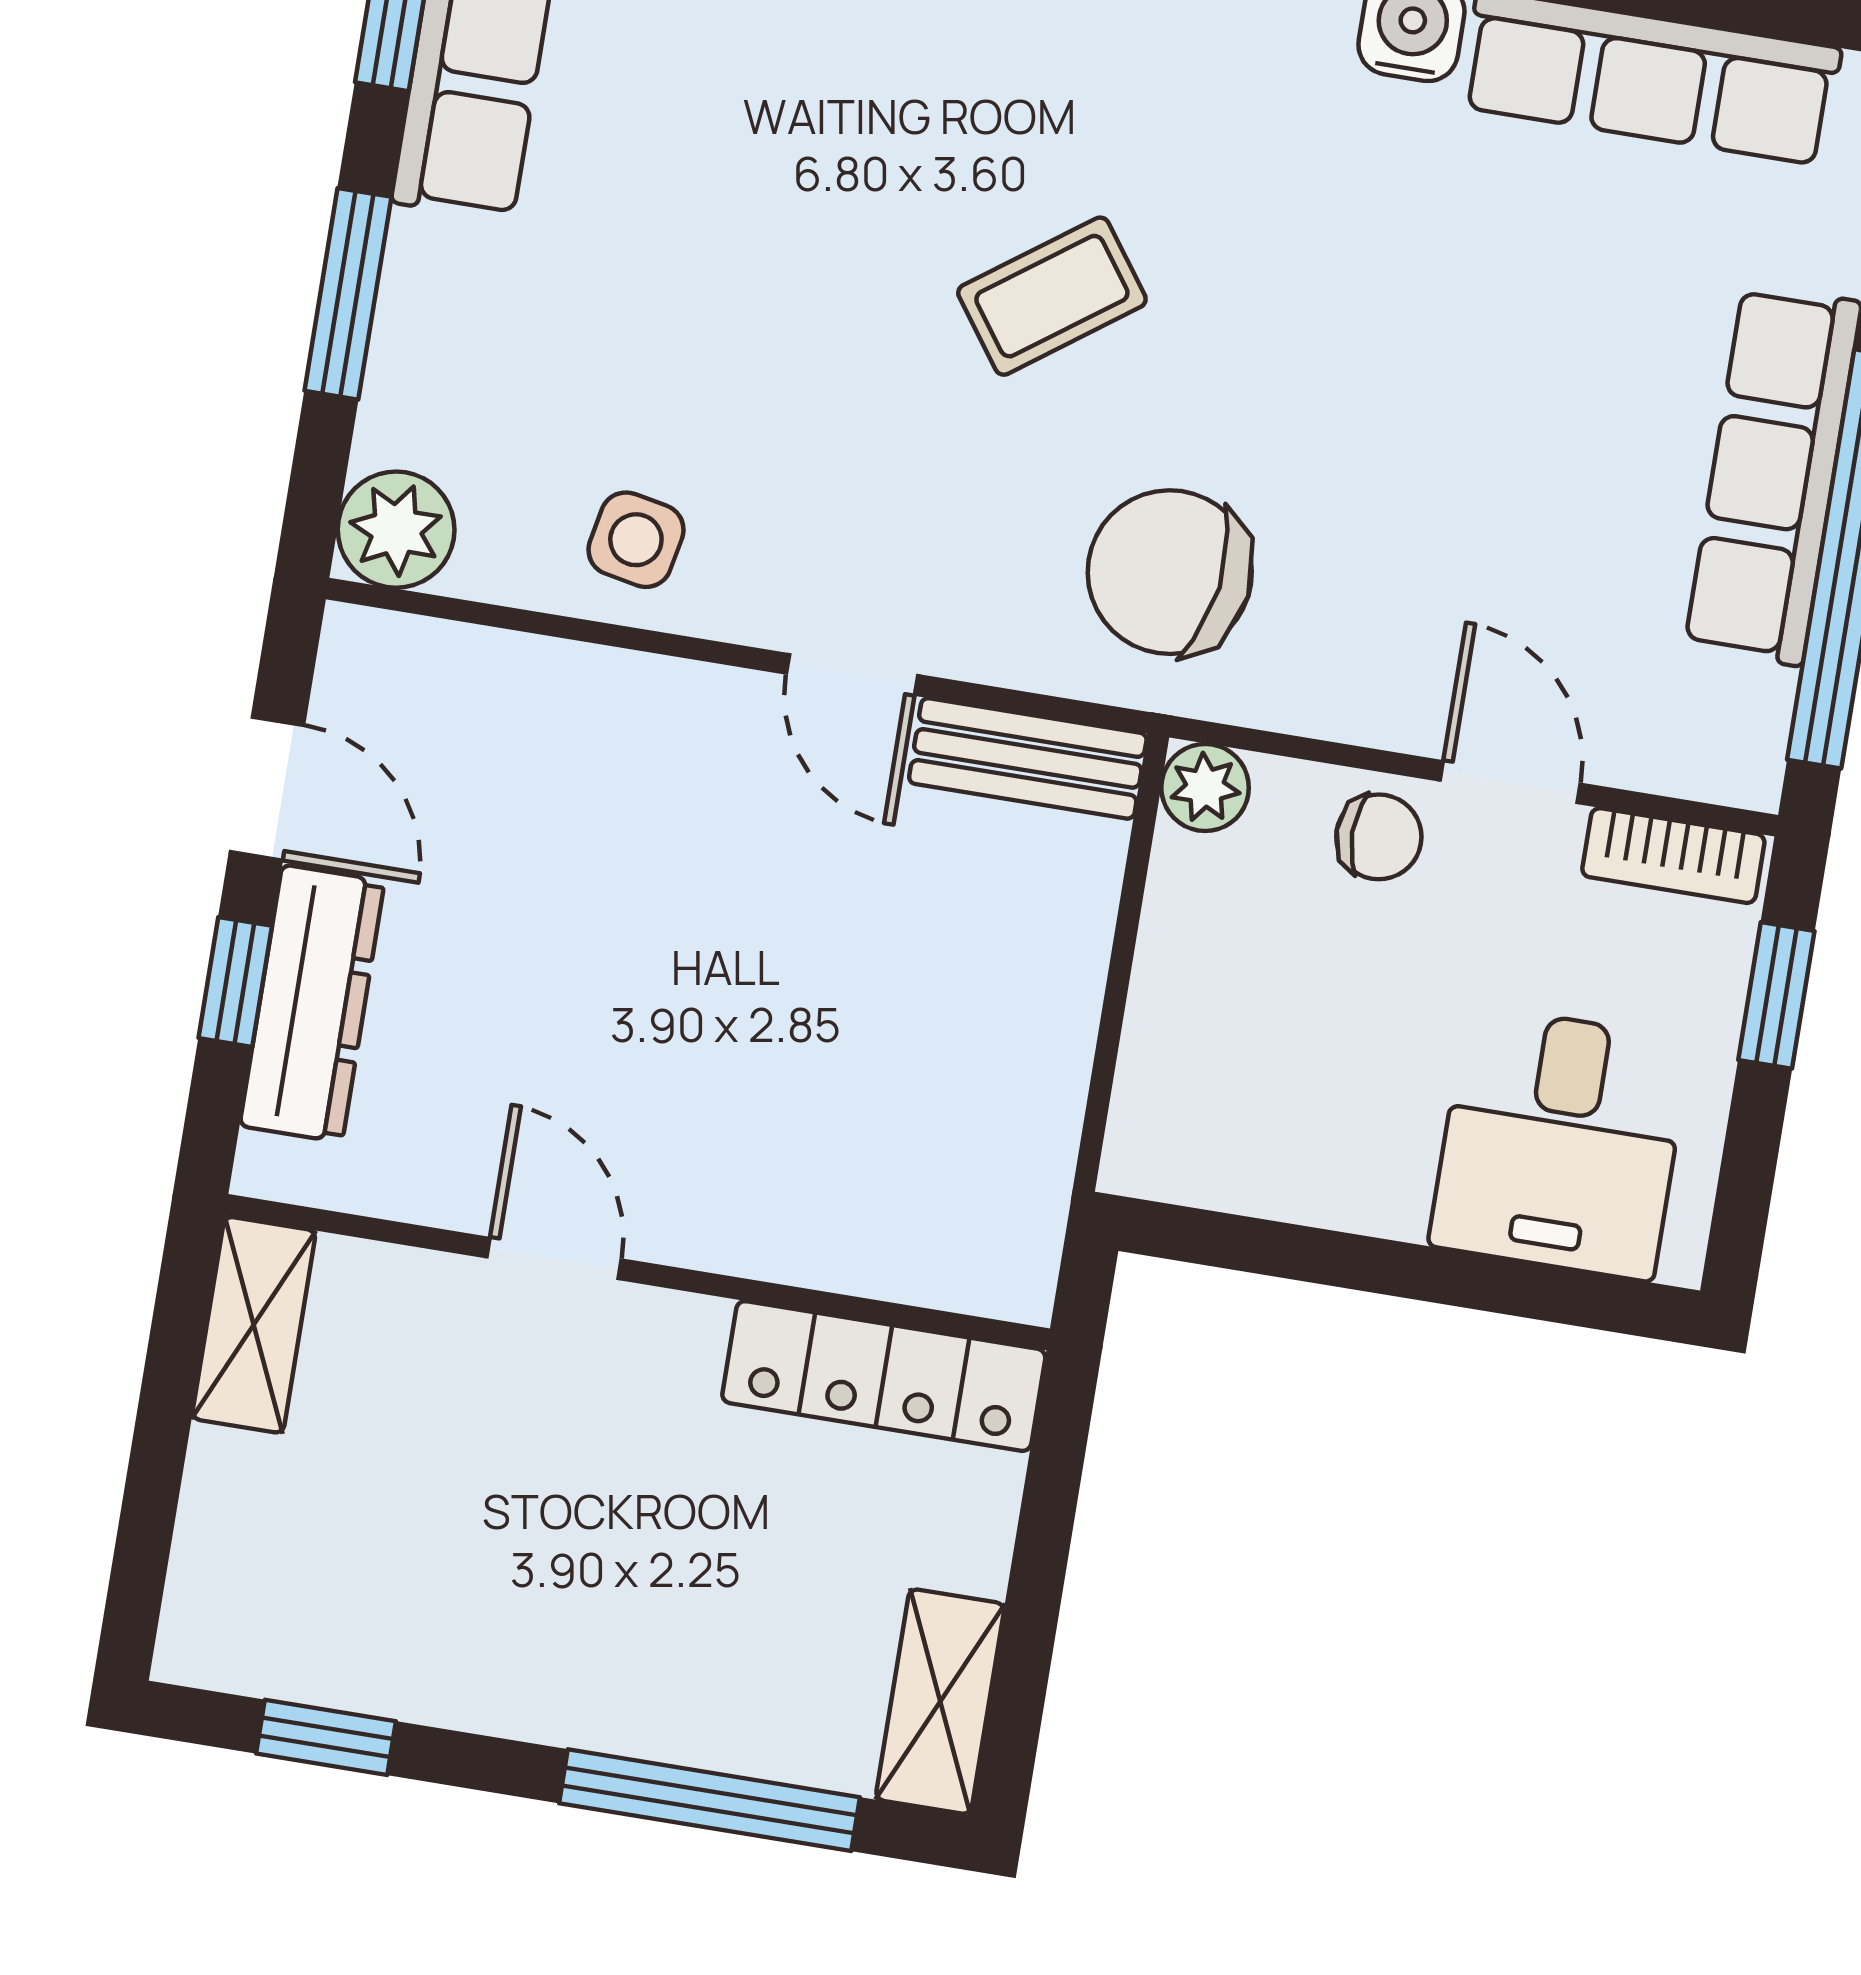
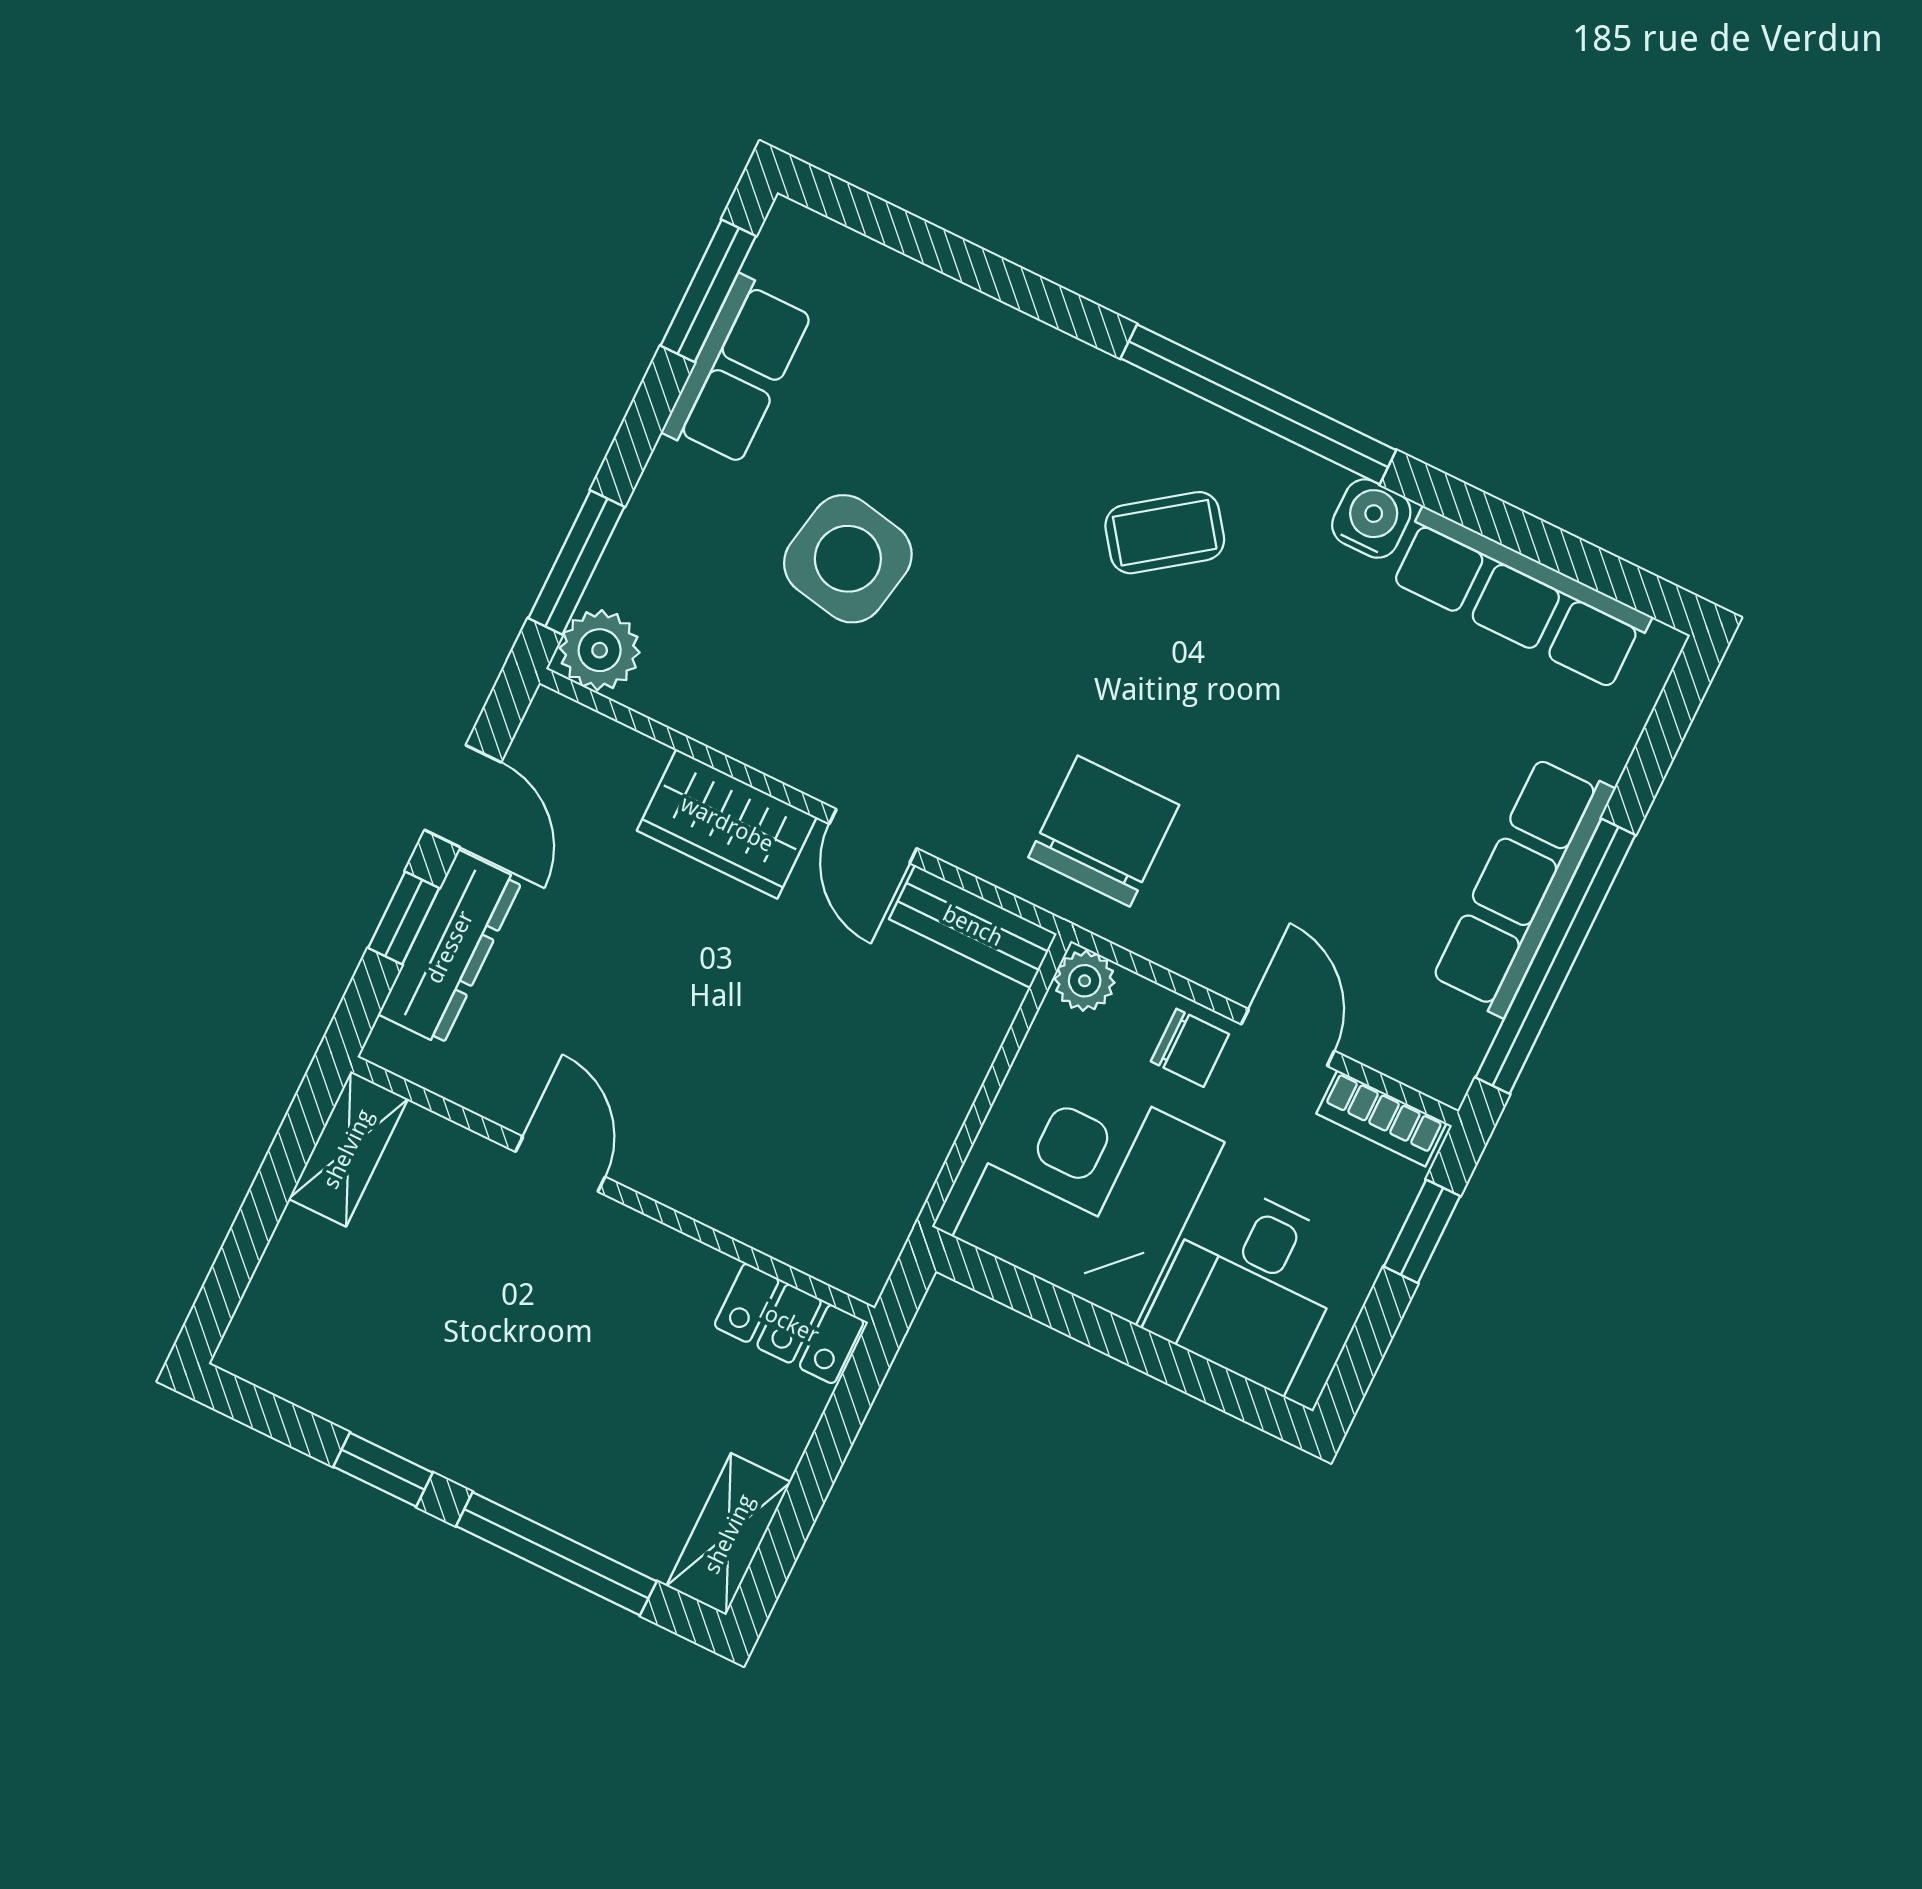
window: (348, 294) -> (576, 562), moved
coffee table: (1052, 296) -> (1165, 533), moved
side table: (636, 540) -> (848, 559), moved, width x1.87, depth x1.87
chair: (1170, 572) -> (1104, 831), turned 82
wardrobe: (644, 718) -> (727, 824), added
corner desk: (1297, 1075) -> (1089, 1189), added
locker: (884, 1376) -> (789, 1323), width x0.66
window: (326, 1737) -> (383, 1470), moved

